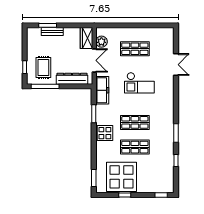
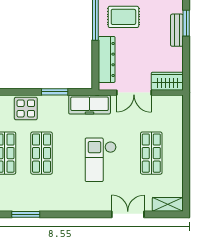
shelving: (169, 38) -> (168, 204), added
plant: (101, 42) -> (162, 103), removed
double door: (176, 65) -> (128, 214), swing flipped

